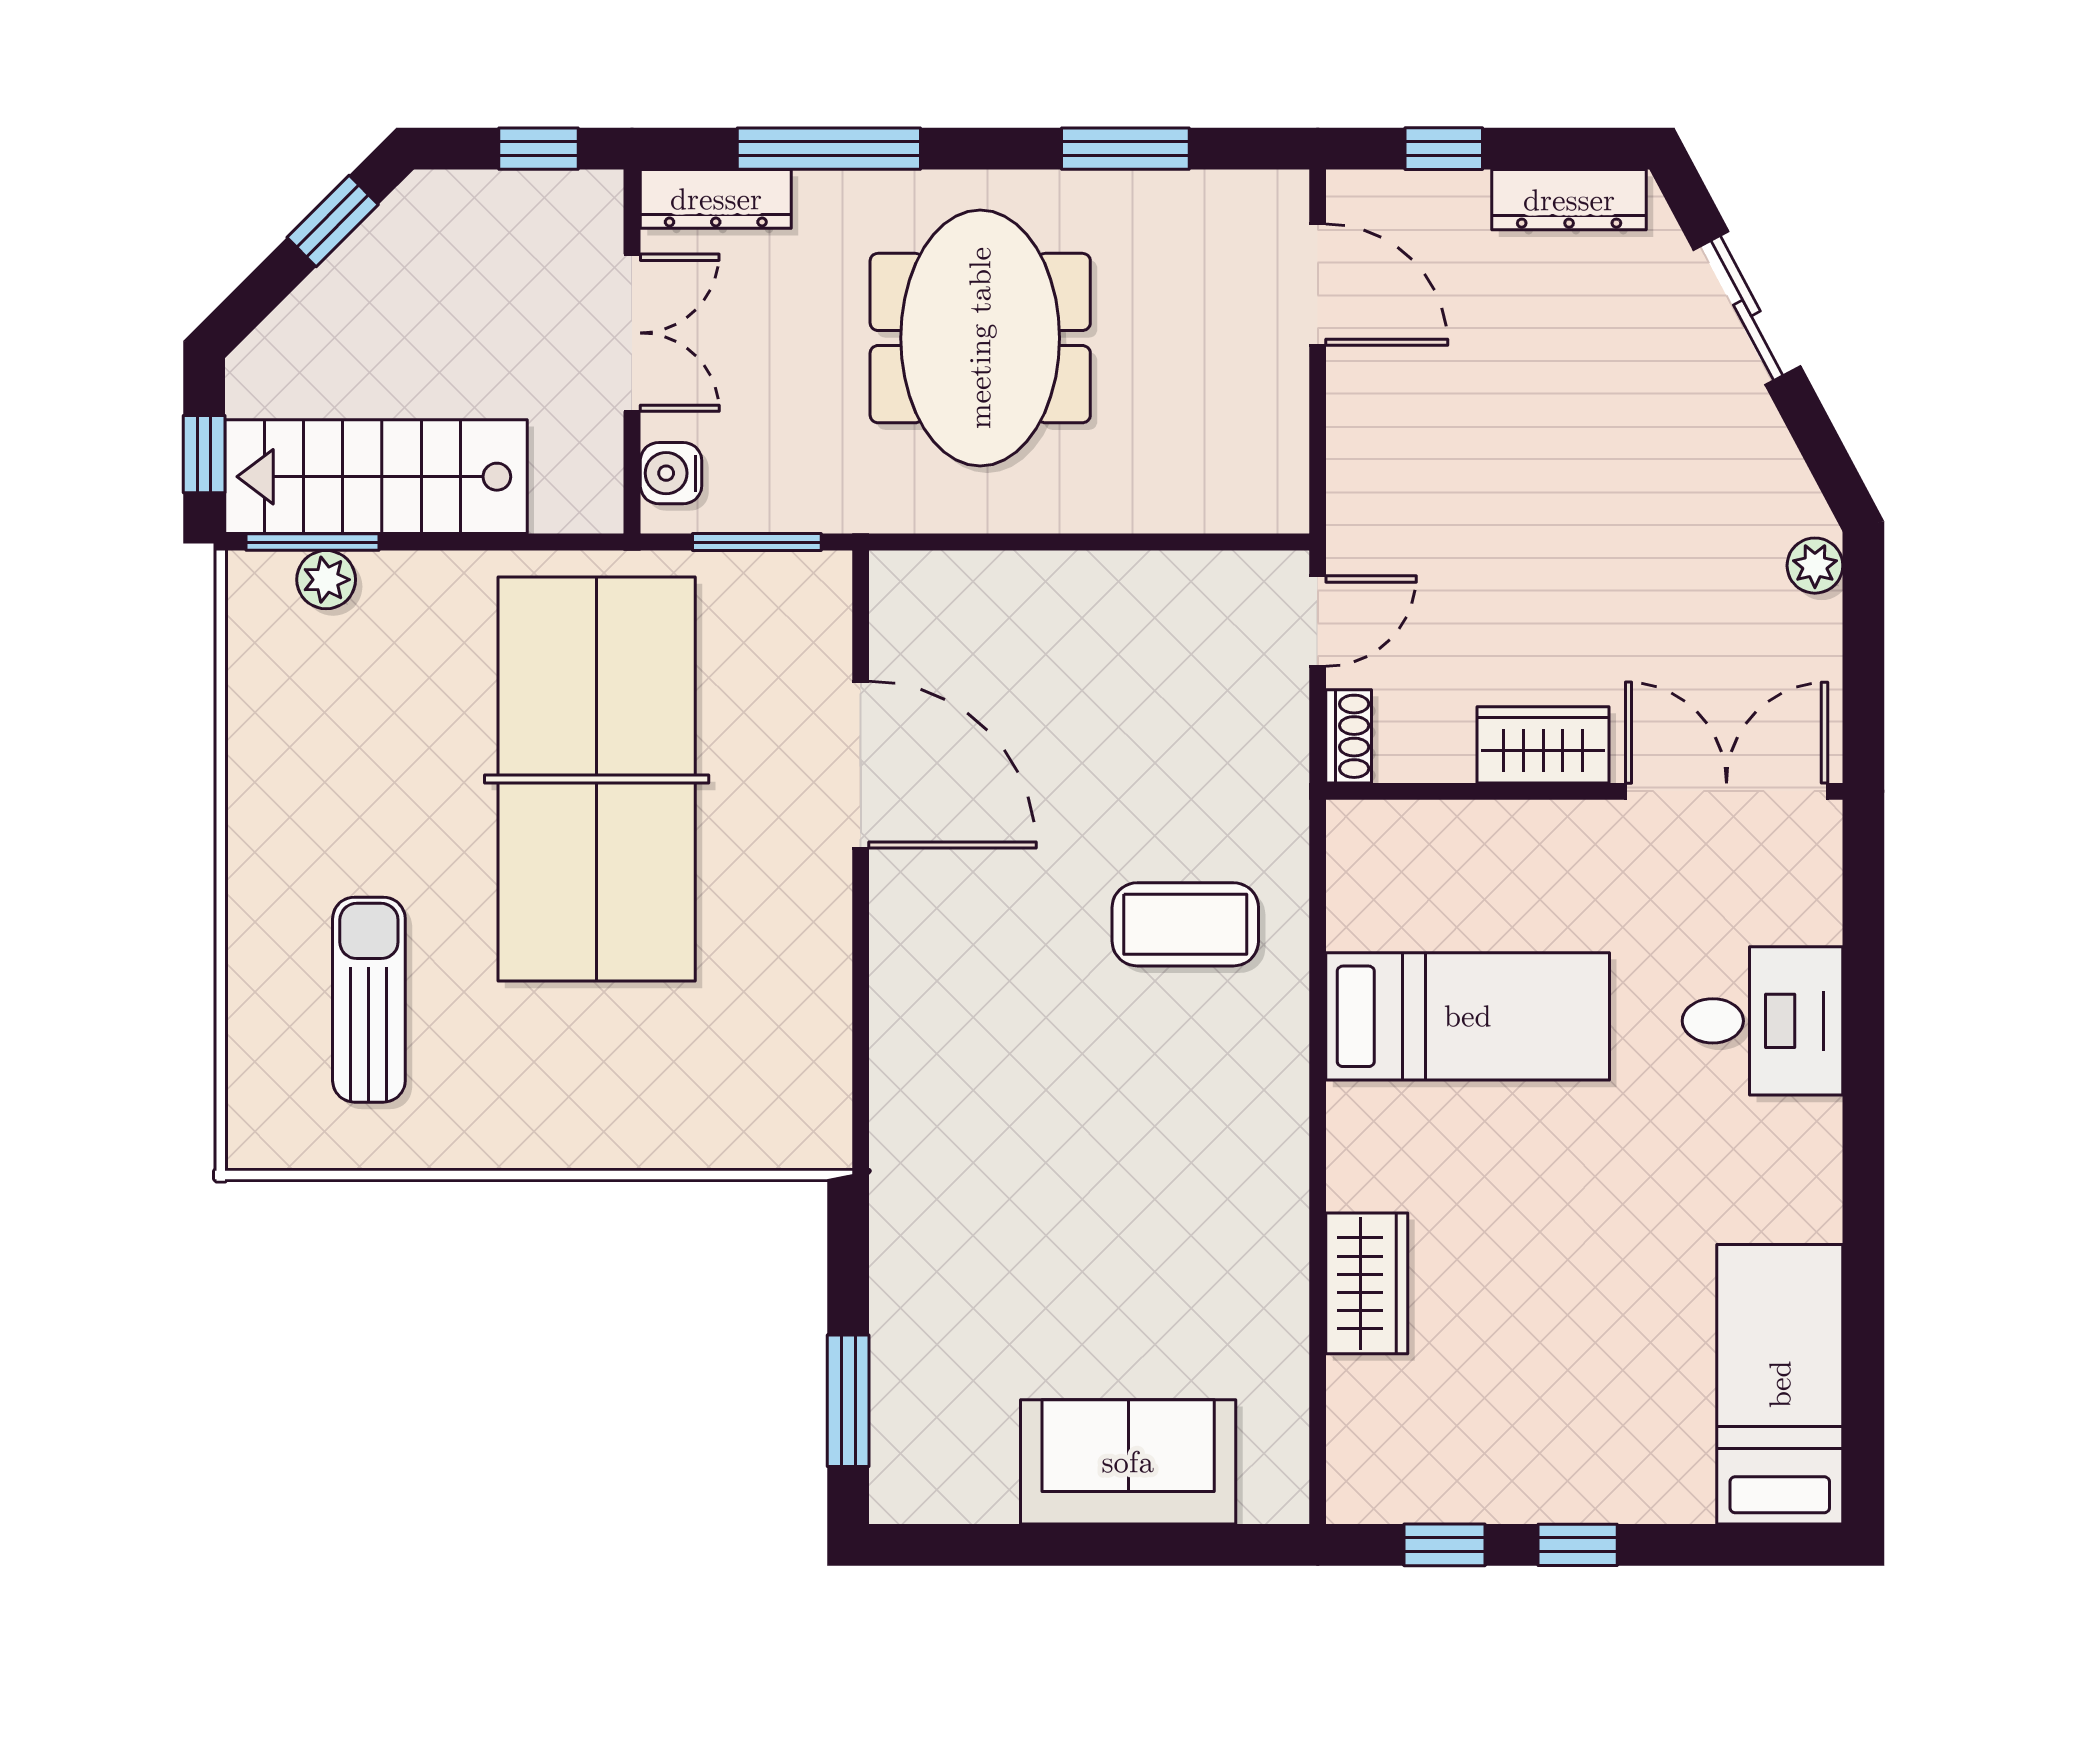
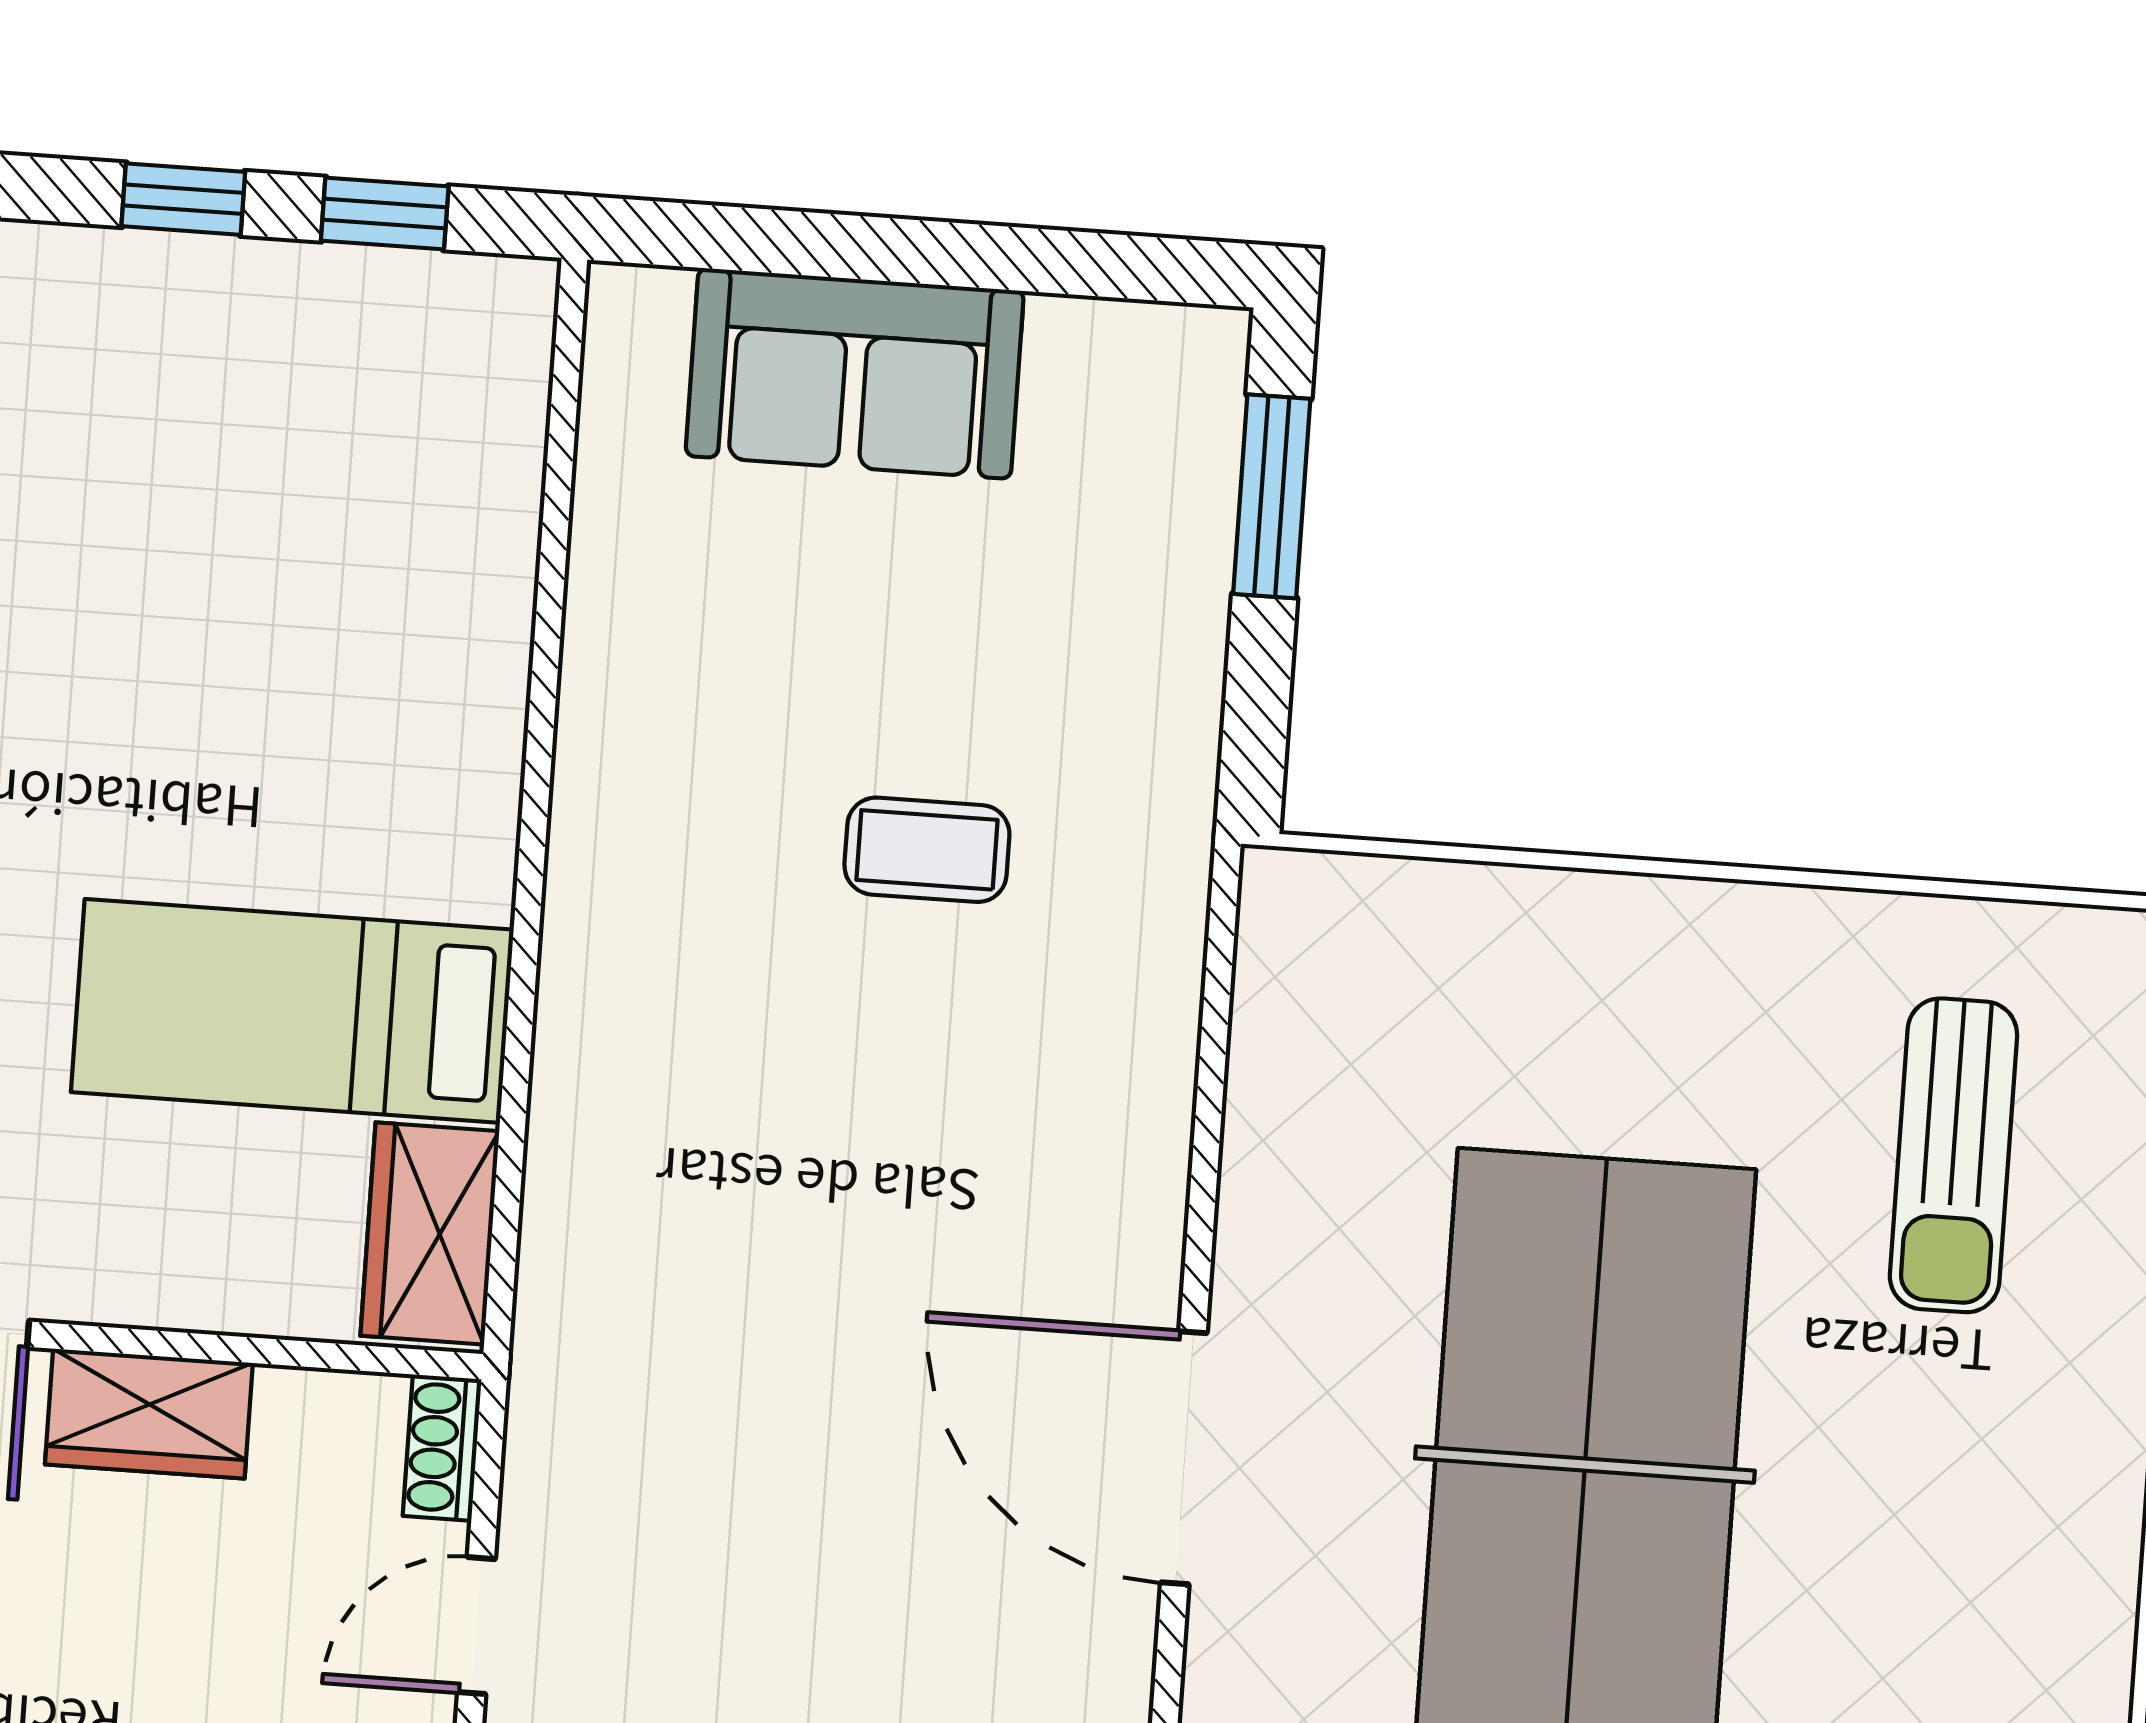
coffee table: (1185, 924) -> (927, 850), moved, width x0.73, depth x0.77
wardrobe: (1367, 1283) -> (430, 1233), moved

